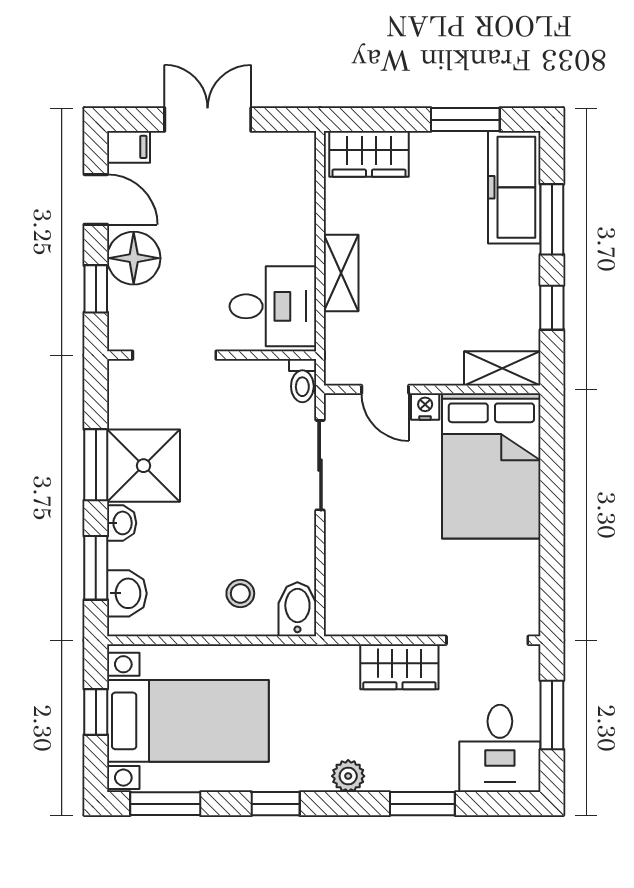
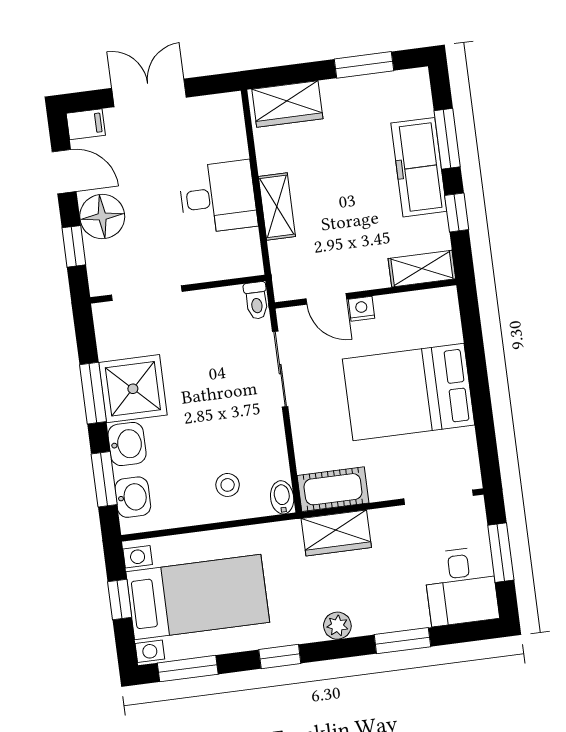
freezer: (514, 187) -> (419, 167), moved
desk: (273, 306) -> (218, 197), moved
bed: (491, 466) -> (408, 392), moved, turned 90
washbasin: (122, 523) -> (127, 444), width x1.38, depth x1.45
bidet: (297, 609) -> (282, 497), width x0.72, depth x0.74
cot: (364, 615) -> (333, 489), added
wardrobe: (399, 667) -> (336, 533), moved

